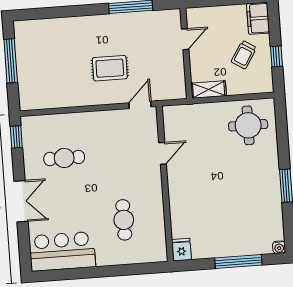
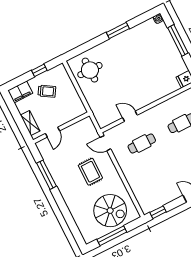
door: (185, 39) -> (53, 132), swing flipped
spiral stairs: (46, 73) -> (110, 211), added
shelving: (209, 89) -> (30, 123), moved
cafe table: (64, 158) -> (142, 144), moved, turned 90

